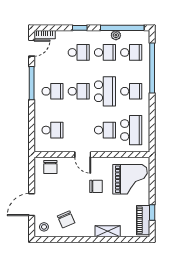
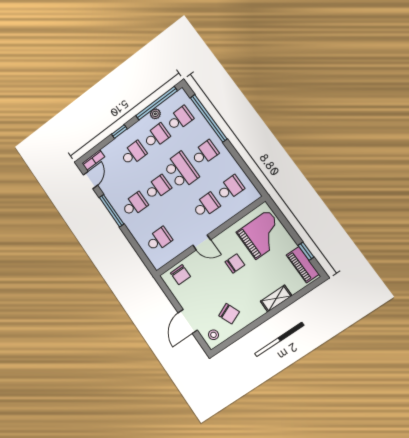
school desk: (131, 130) -> (230, 188), width x0.54

